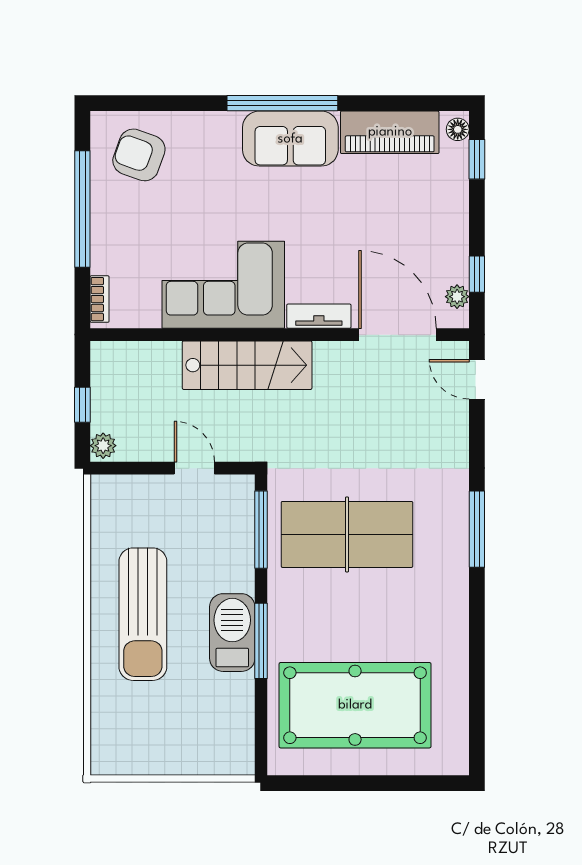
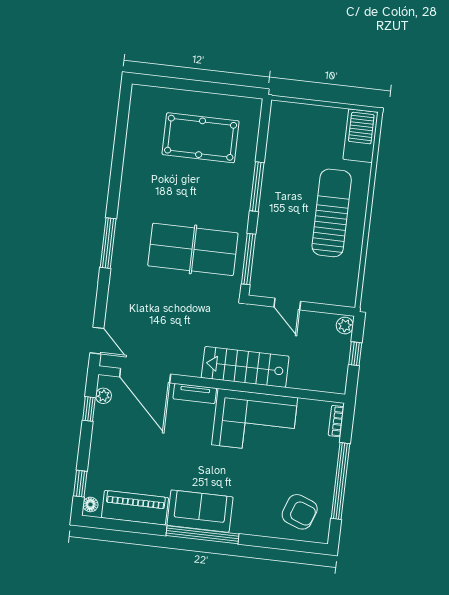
barbecue: (232, 633) -> (360, 136), moved, turned 180
pool table: (355, 705) -> (201, 138), width x0.73, depth x0.76

